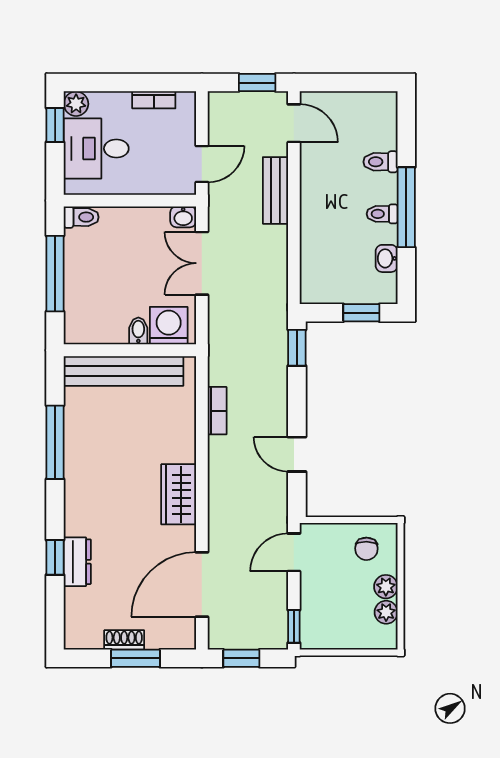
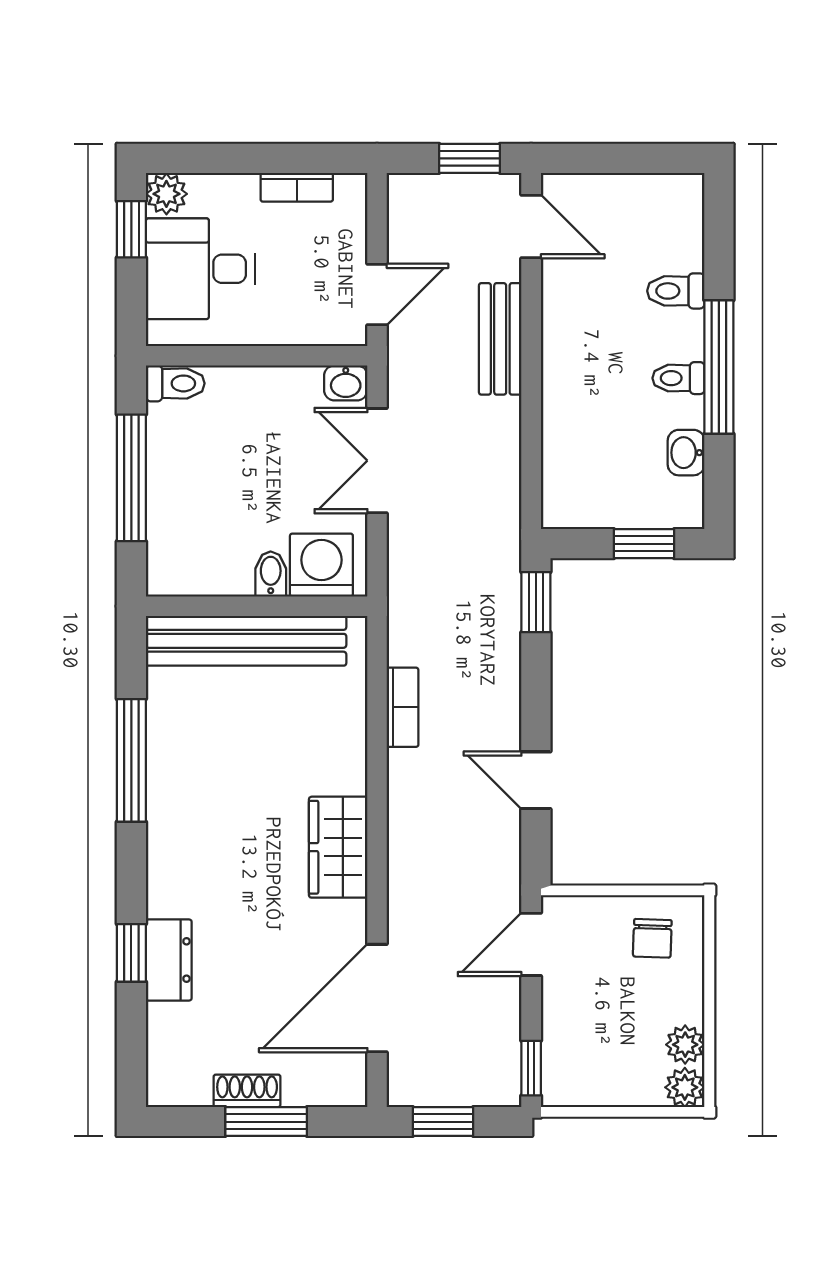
plant: (386, 587) -> (685, 1087), moved

